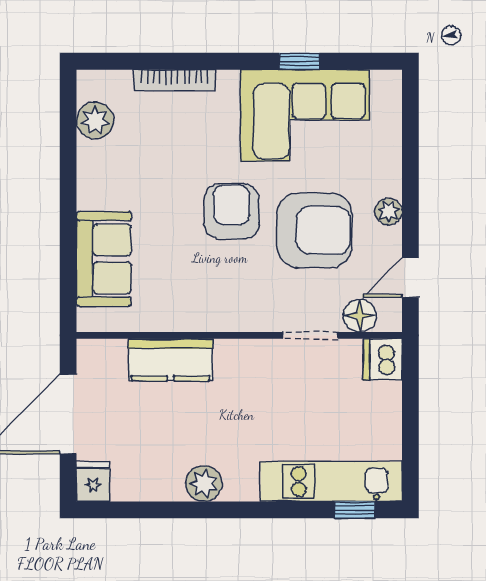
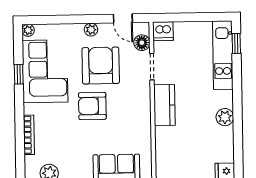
plant: (389, 82) -> (28, 30), added
kitchen counter: (171, 360) -> (164, 105), moved

